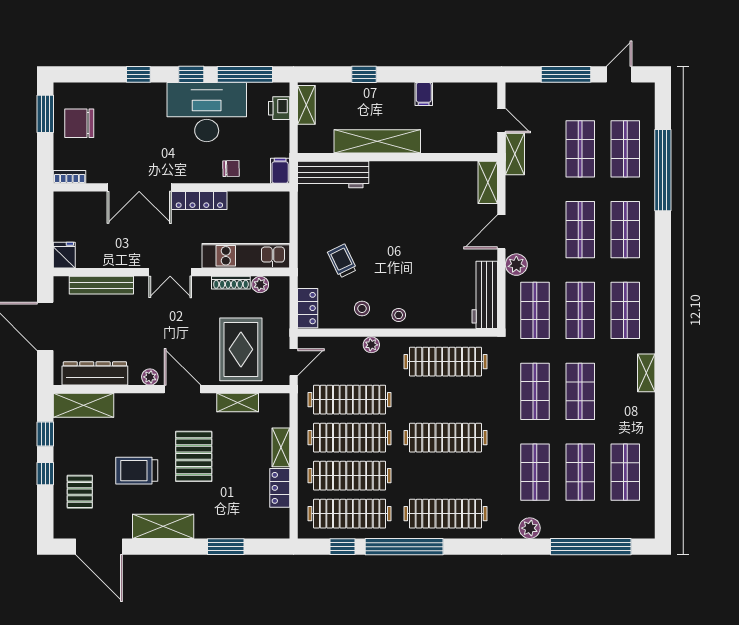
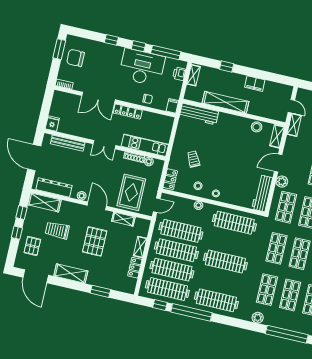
filing cabinet: (424, 94) -> (255, 84), width x2.00
stool: (446, 174) -> (257, 127), added
trolley: (137, 471) -> (57, 230), moved

